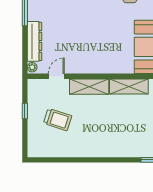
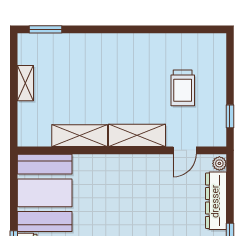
window: (25, 111) -> (230, 116), moved
trolley: (58, 120) -> (183, 88), turned -108

